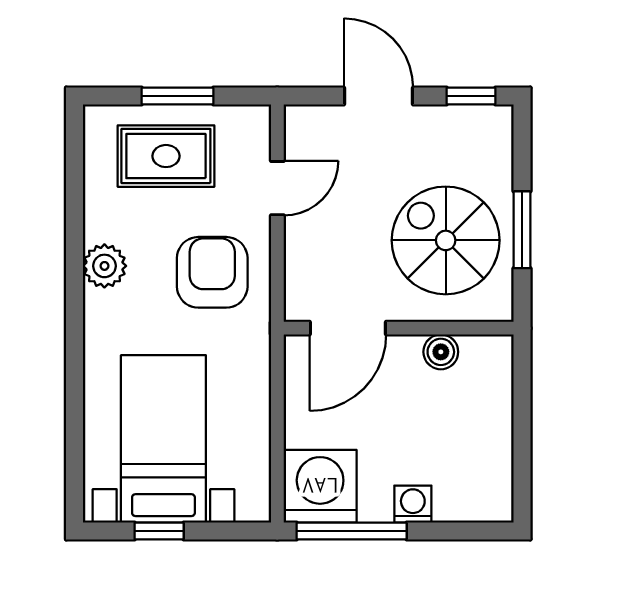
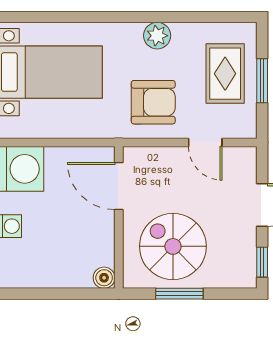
spiral stairs: (446, 240) -> (173, 246), turned -90
boiler: (441, 352) -> (104, 278), moved

